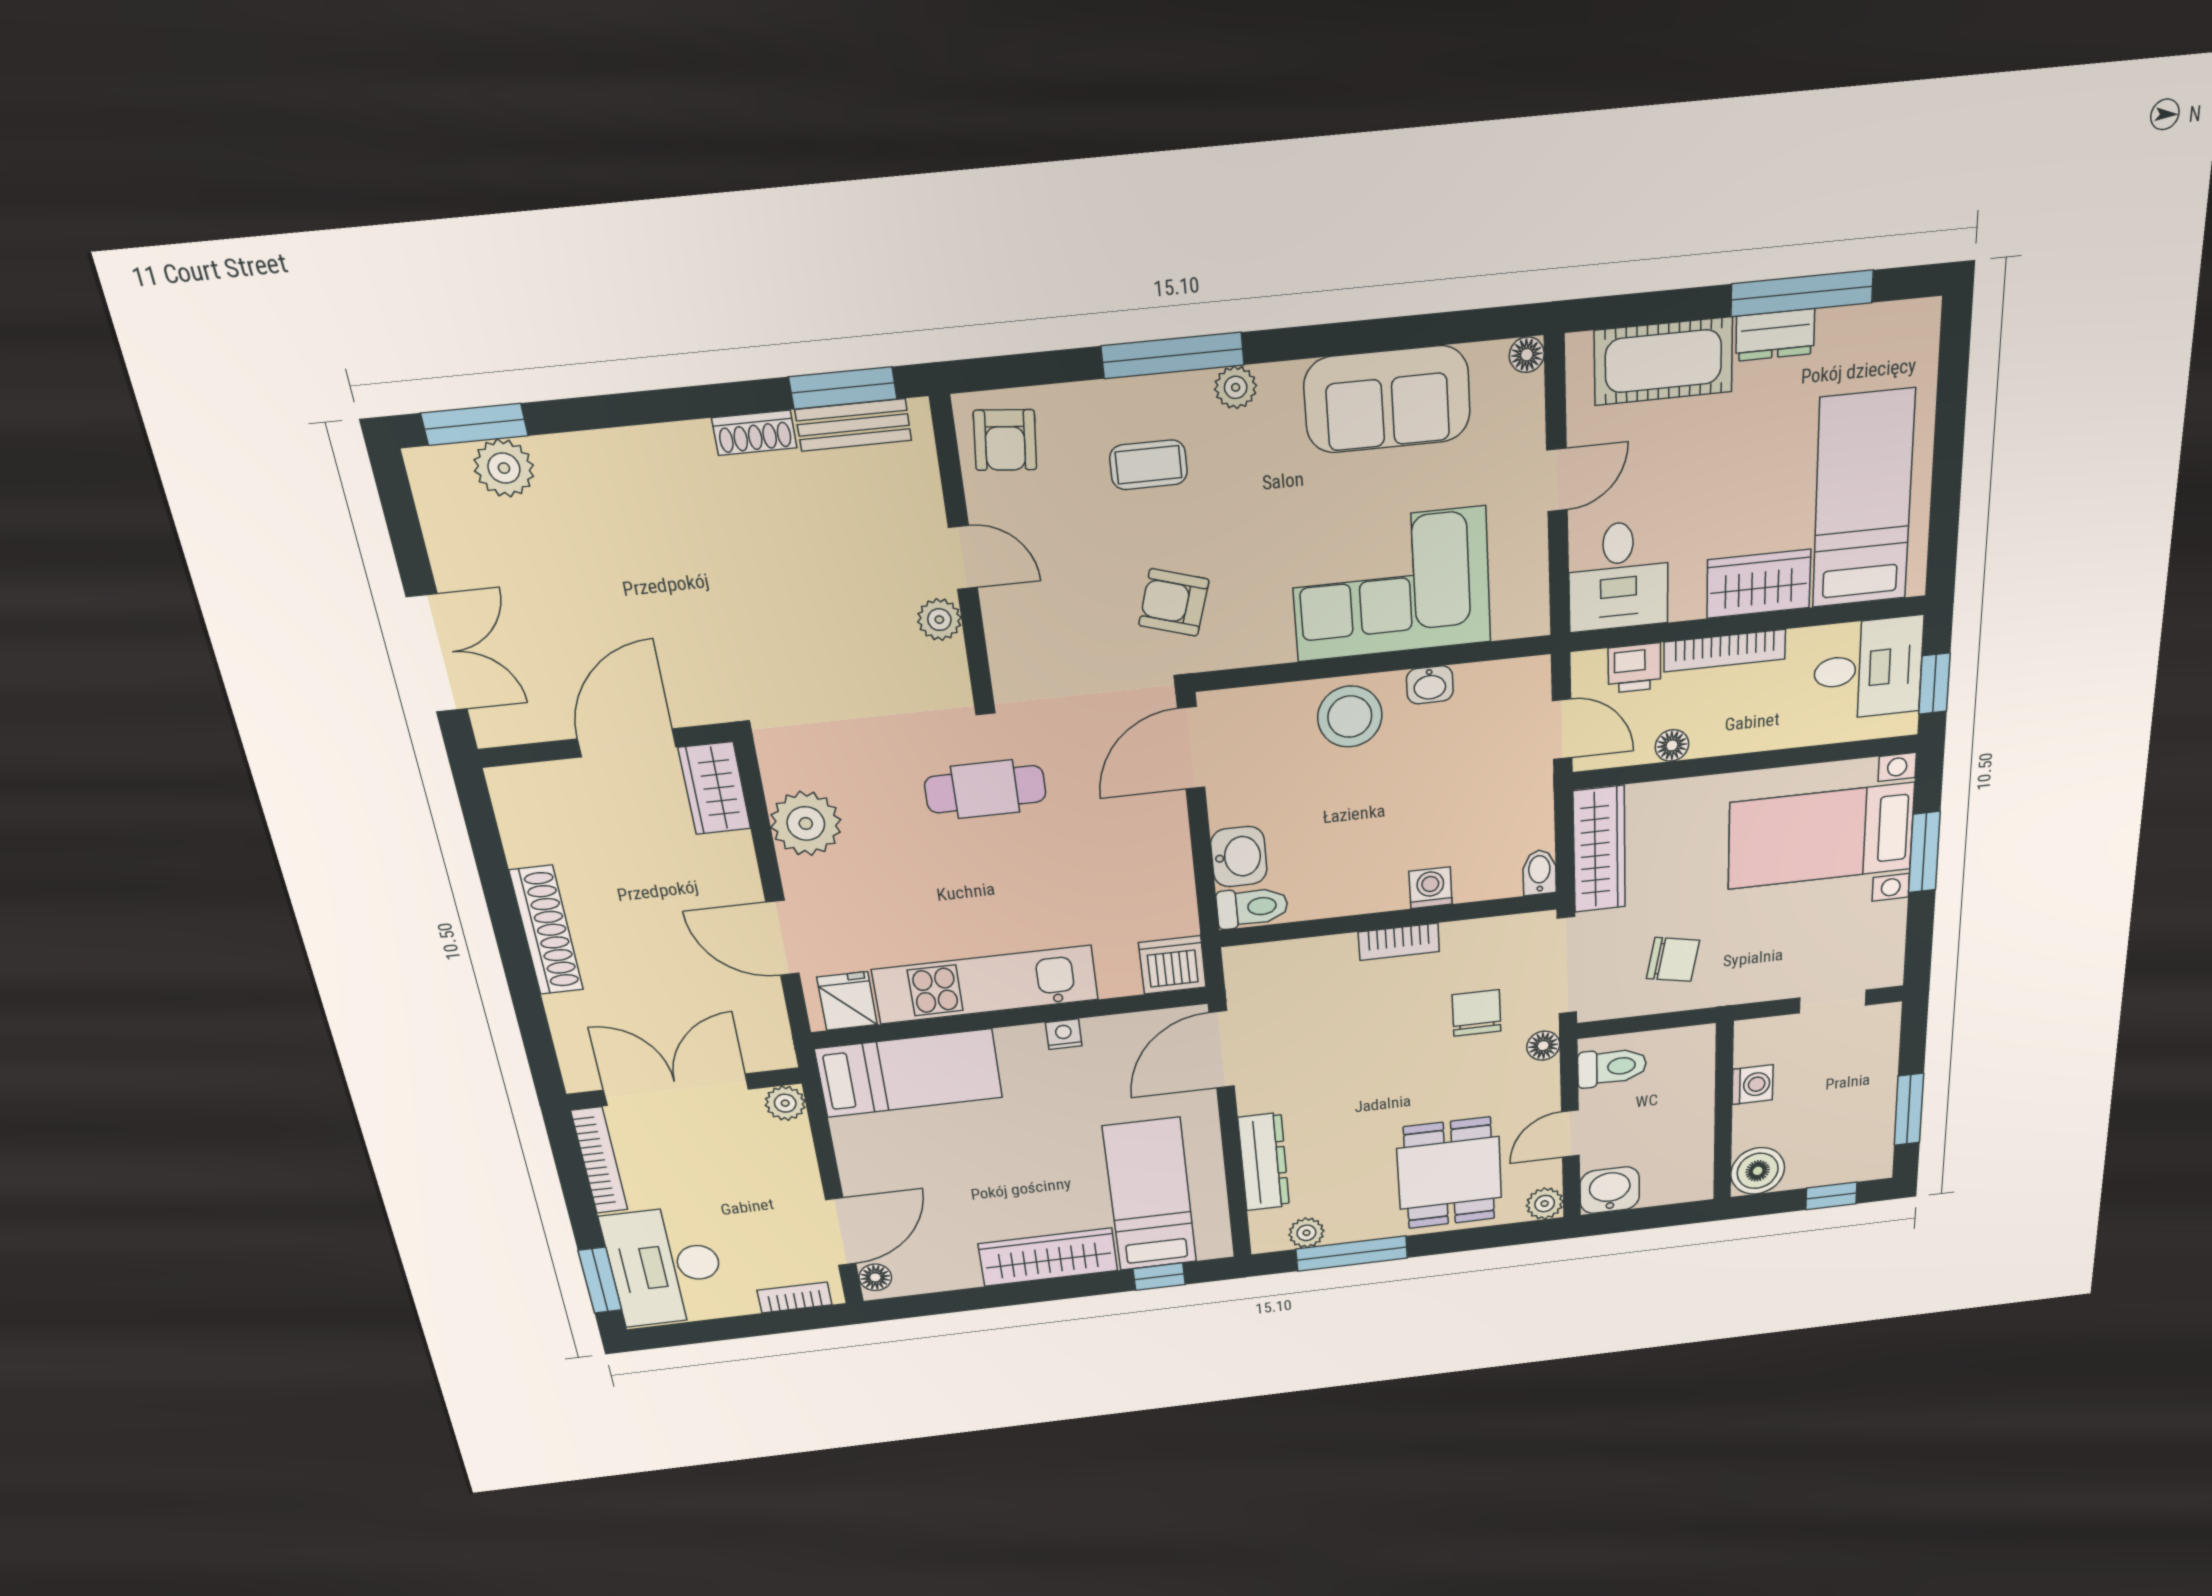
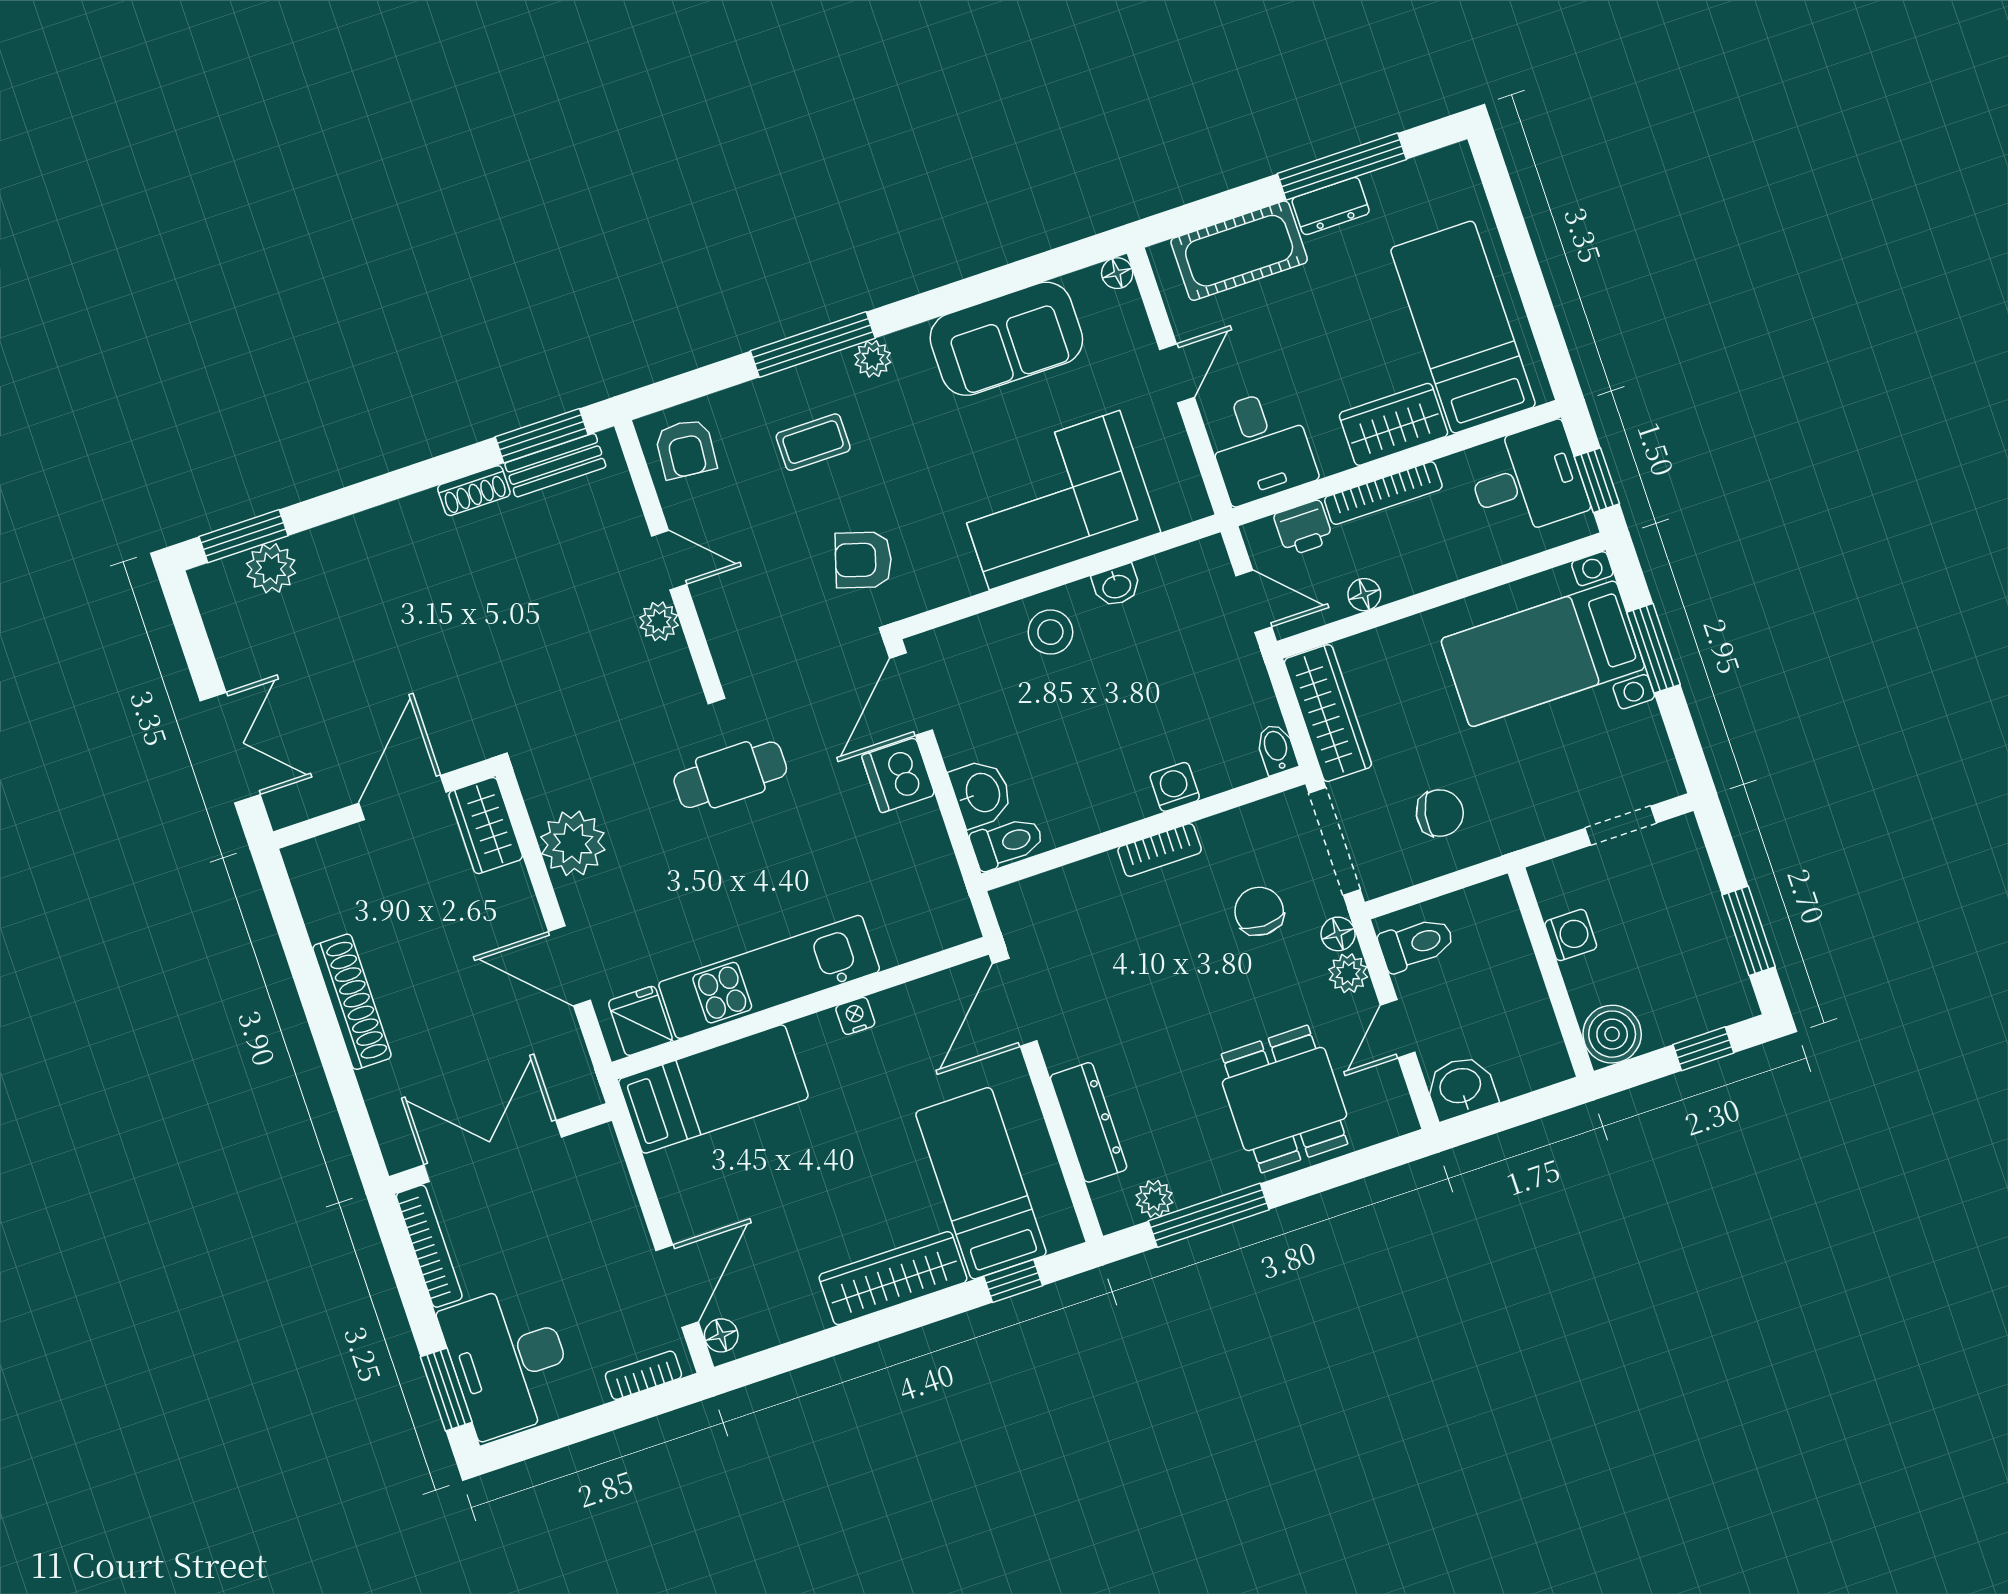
stool: (1350, 717) -> (1050, 632), width x0.73, depth x0.73
dishwasher: (1172, 965) -> (898, 775), moved, turned -90
plant: (785, 1103) -> (599, 1146), removed
plant: (1545, 1204) -> (1348, 973), moved

